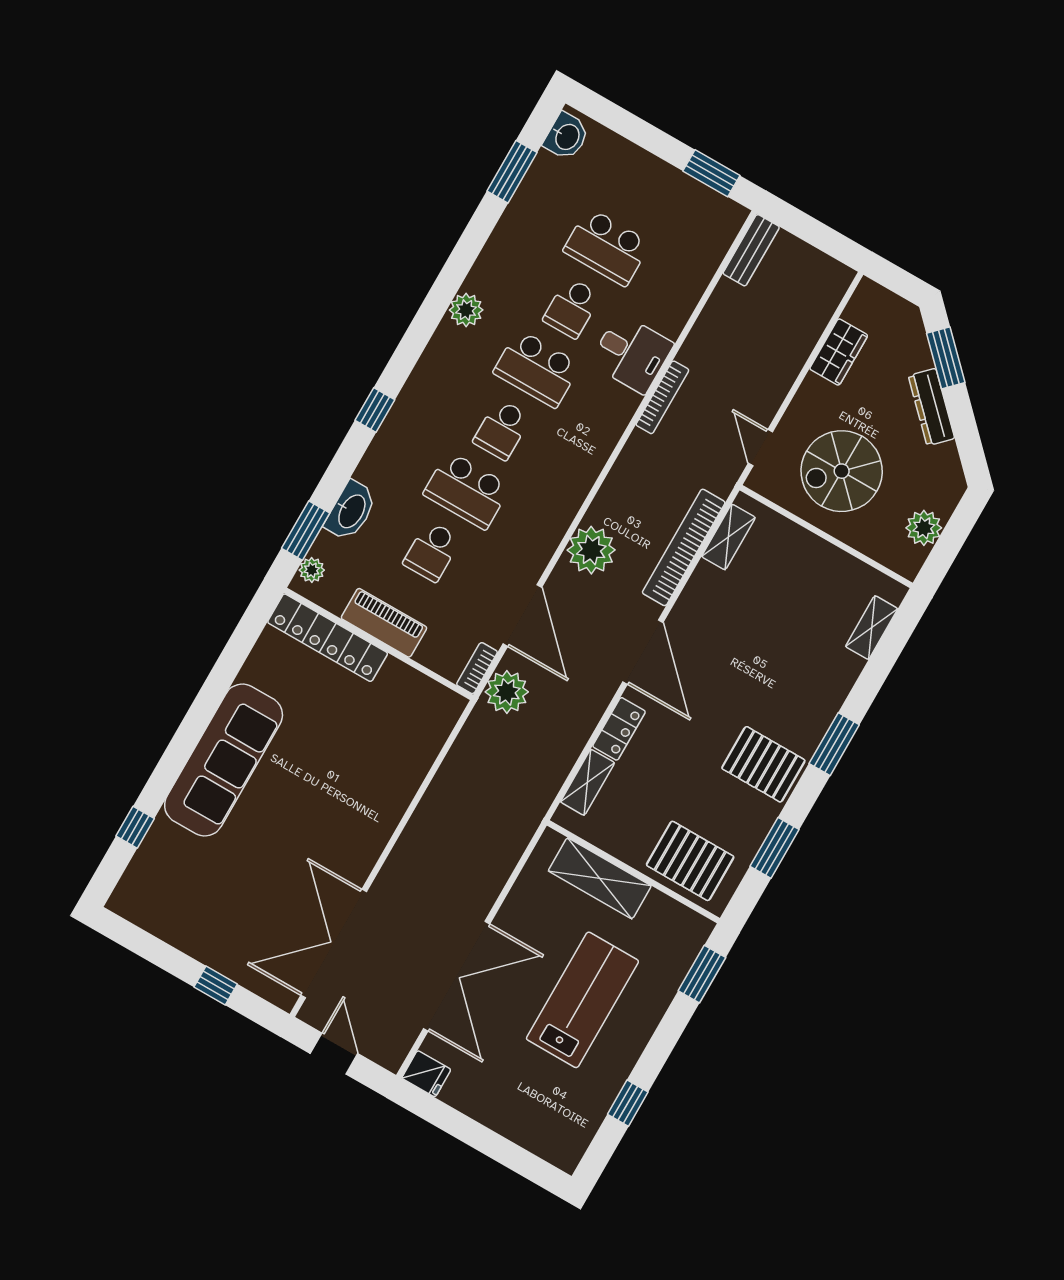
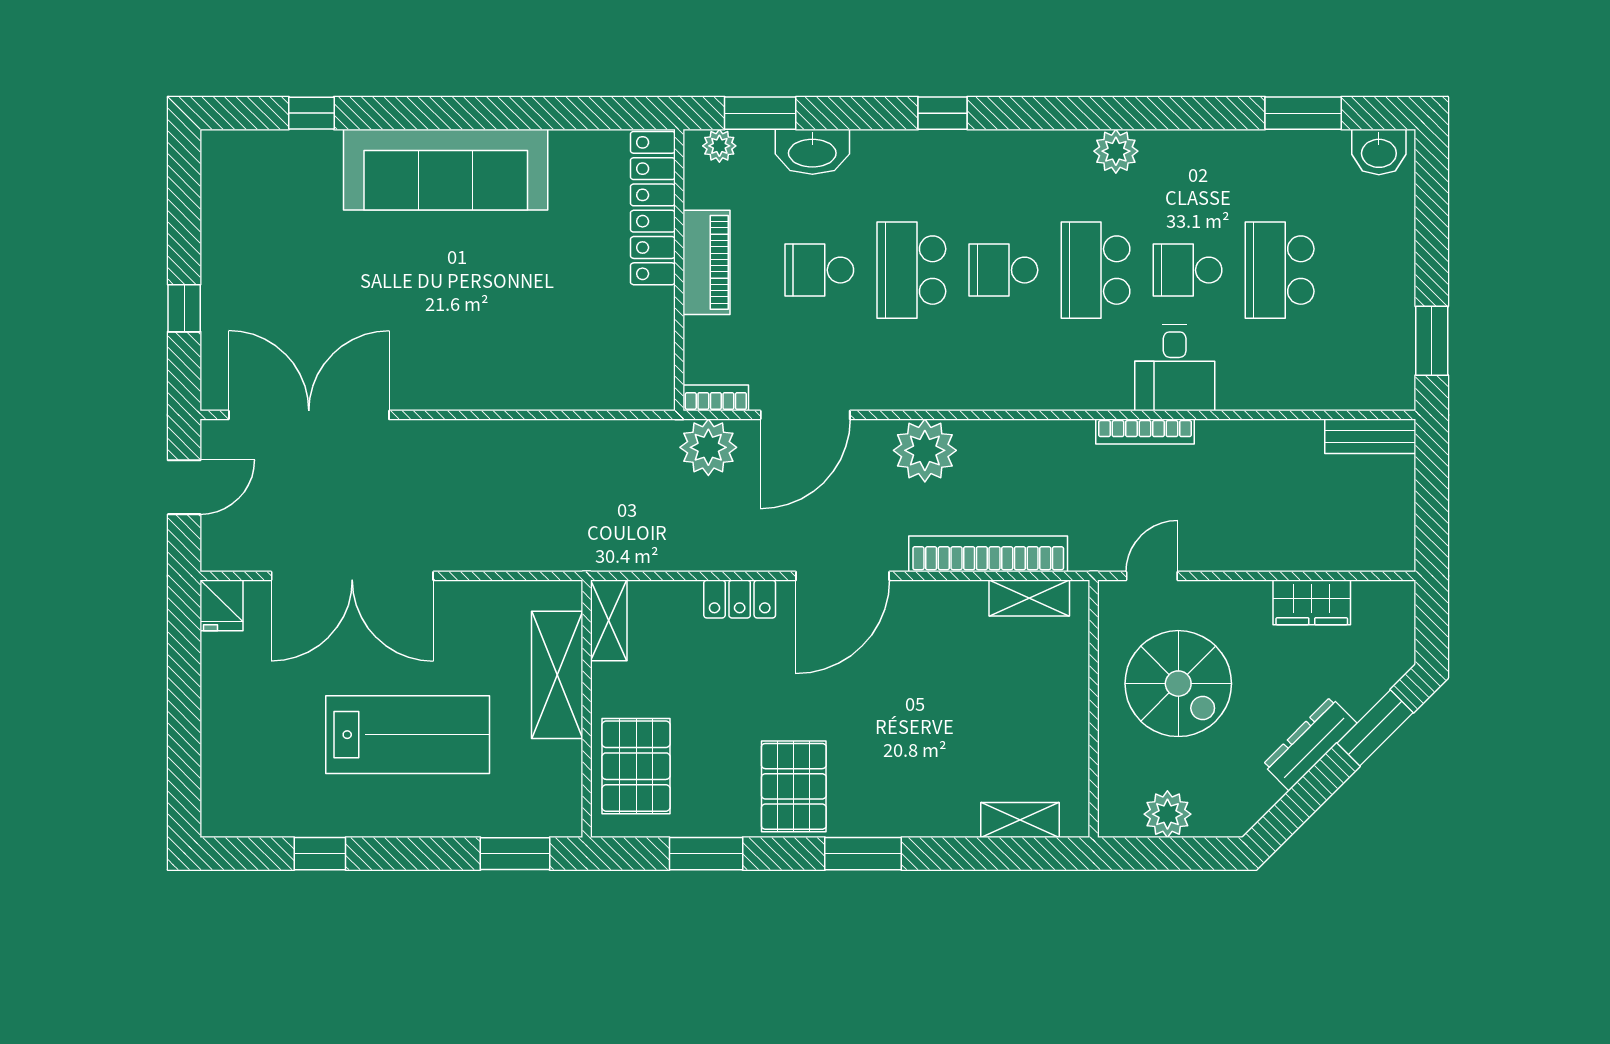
spiral stairs: (842, 471) -> (1178, 684), turned 180
shelving: (588, 782) -> (609, 620), moved, turned 90

